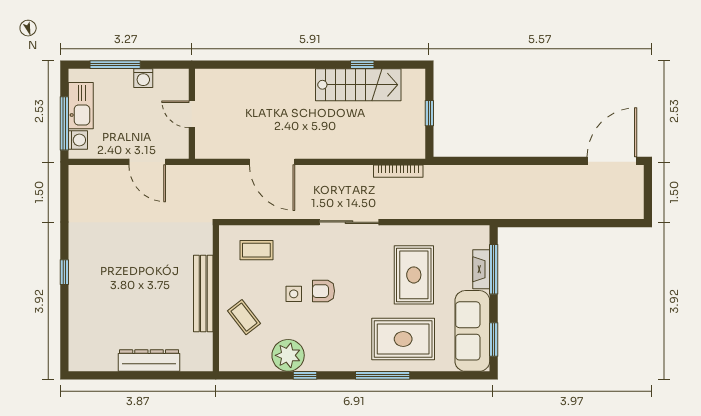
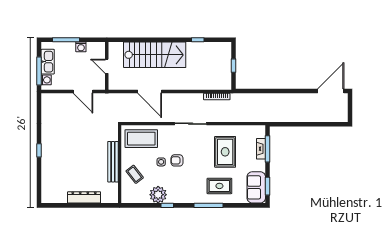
stairs: (358, 85) -> (155, 55), moved, width x1.36, depth x1.51
coffee table: (256, 250) -> (141, 139), width x1.86, depth x1.72
sofa: (472, 331) -> (256, 187), width x0.73
rug: (403, 339) -> (219, 186), width x0.73, depth x0.70

